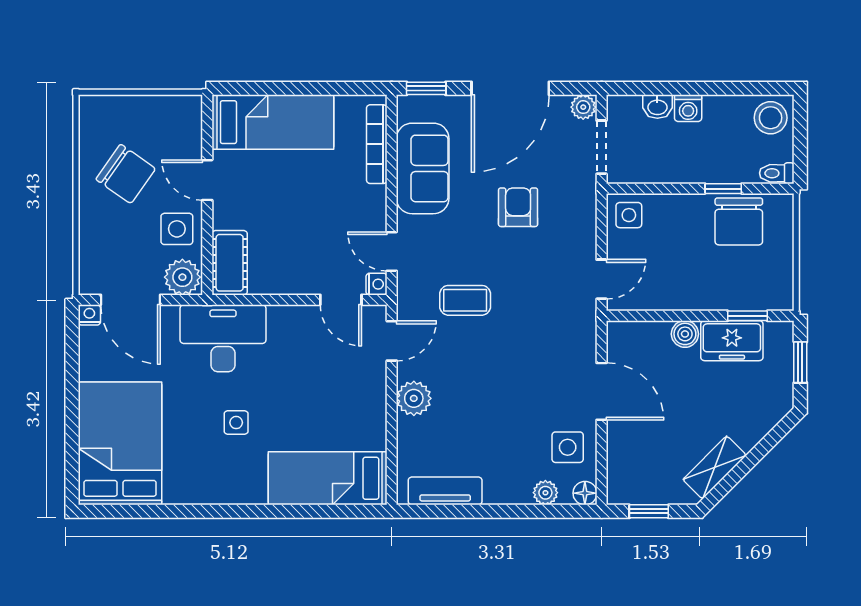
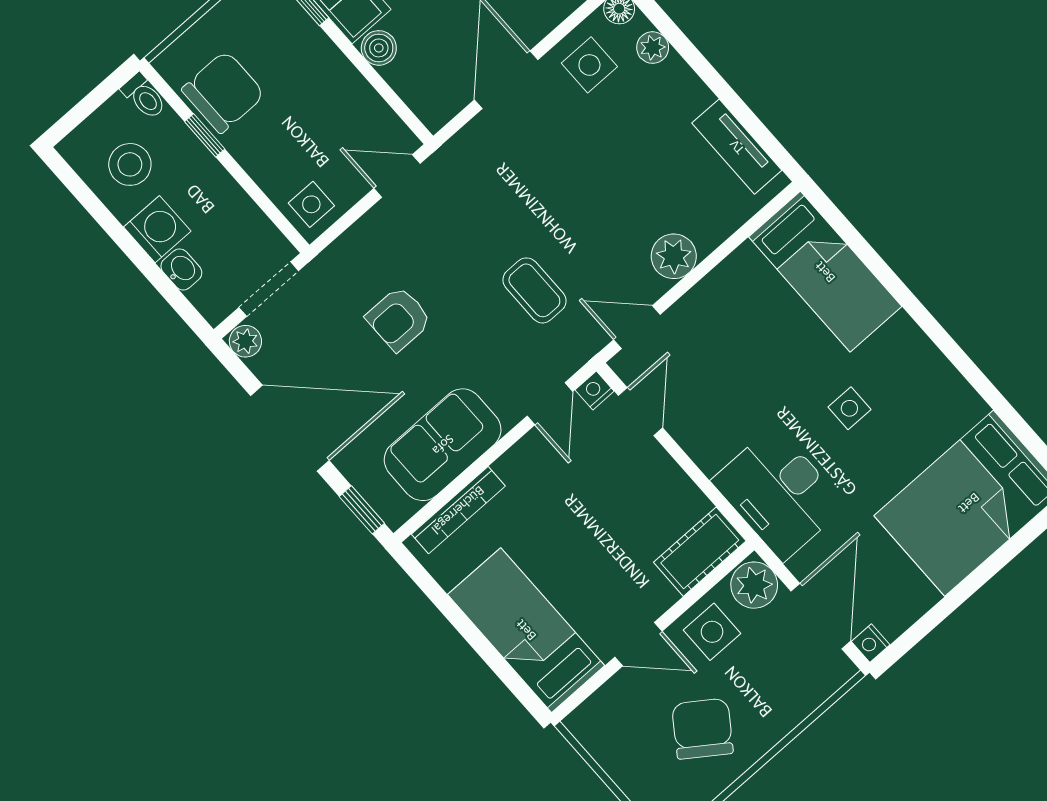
washing machine: (688, 108) -> (157, 229), width x1.38, depth x1.38
stool: (771, 118) -> (130, 164), moved
door: (207, 180) -> (639, 644), hinge flipped

